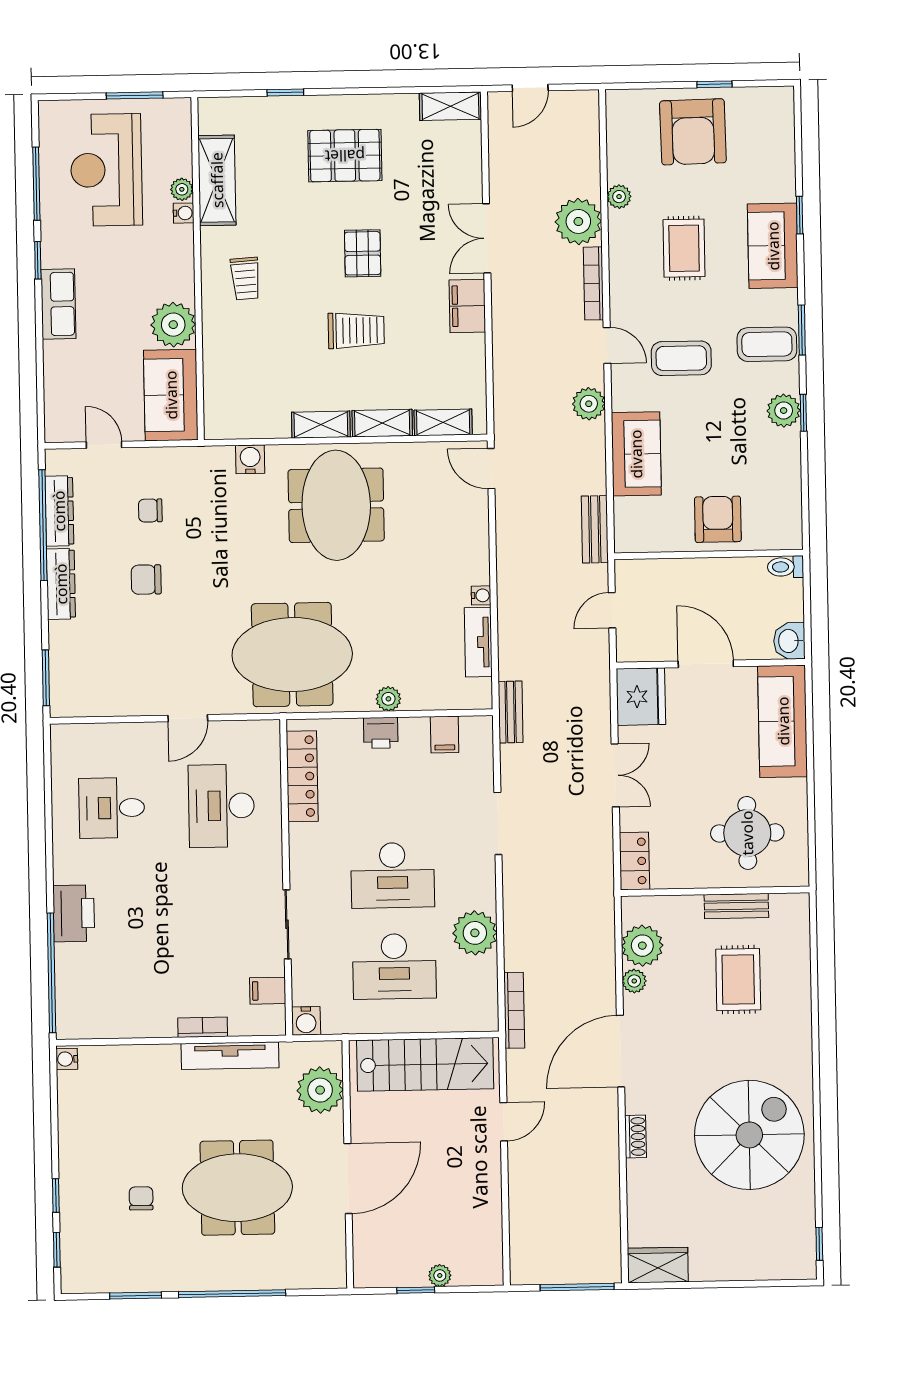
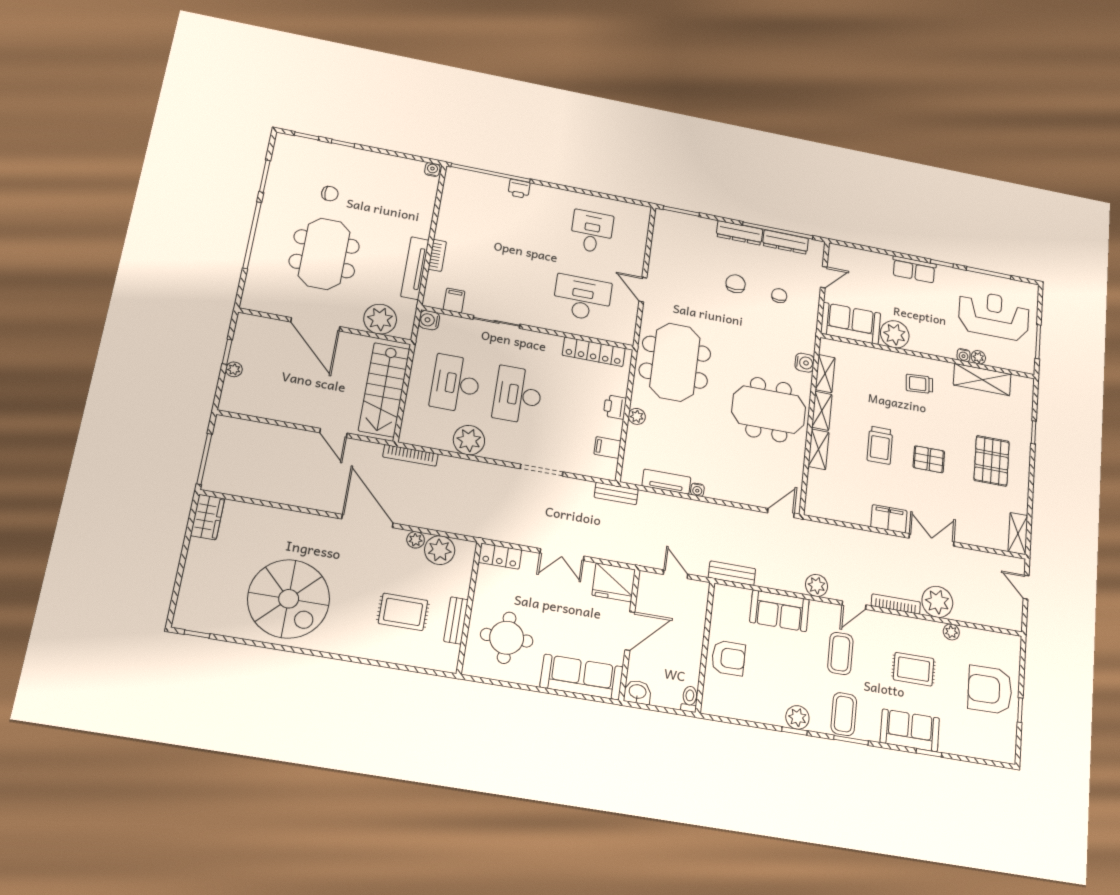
shelving: (443, 422) -> (825, 374), moved
printer: (74, 913) -> (519, 189), width x0.53, depth x0.68
shoe rack: (636, 1137) -> (304, 519), removed

